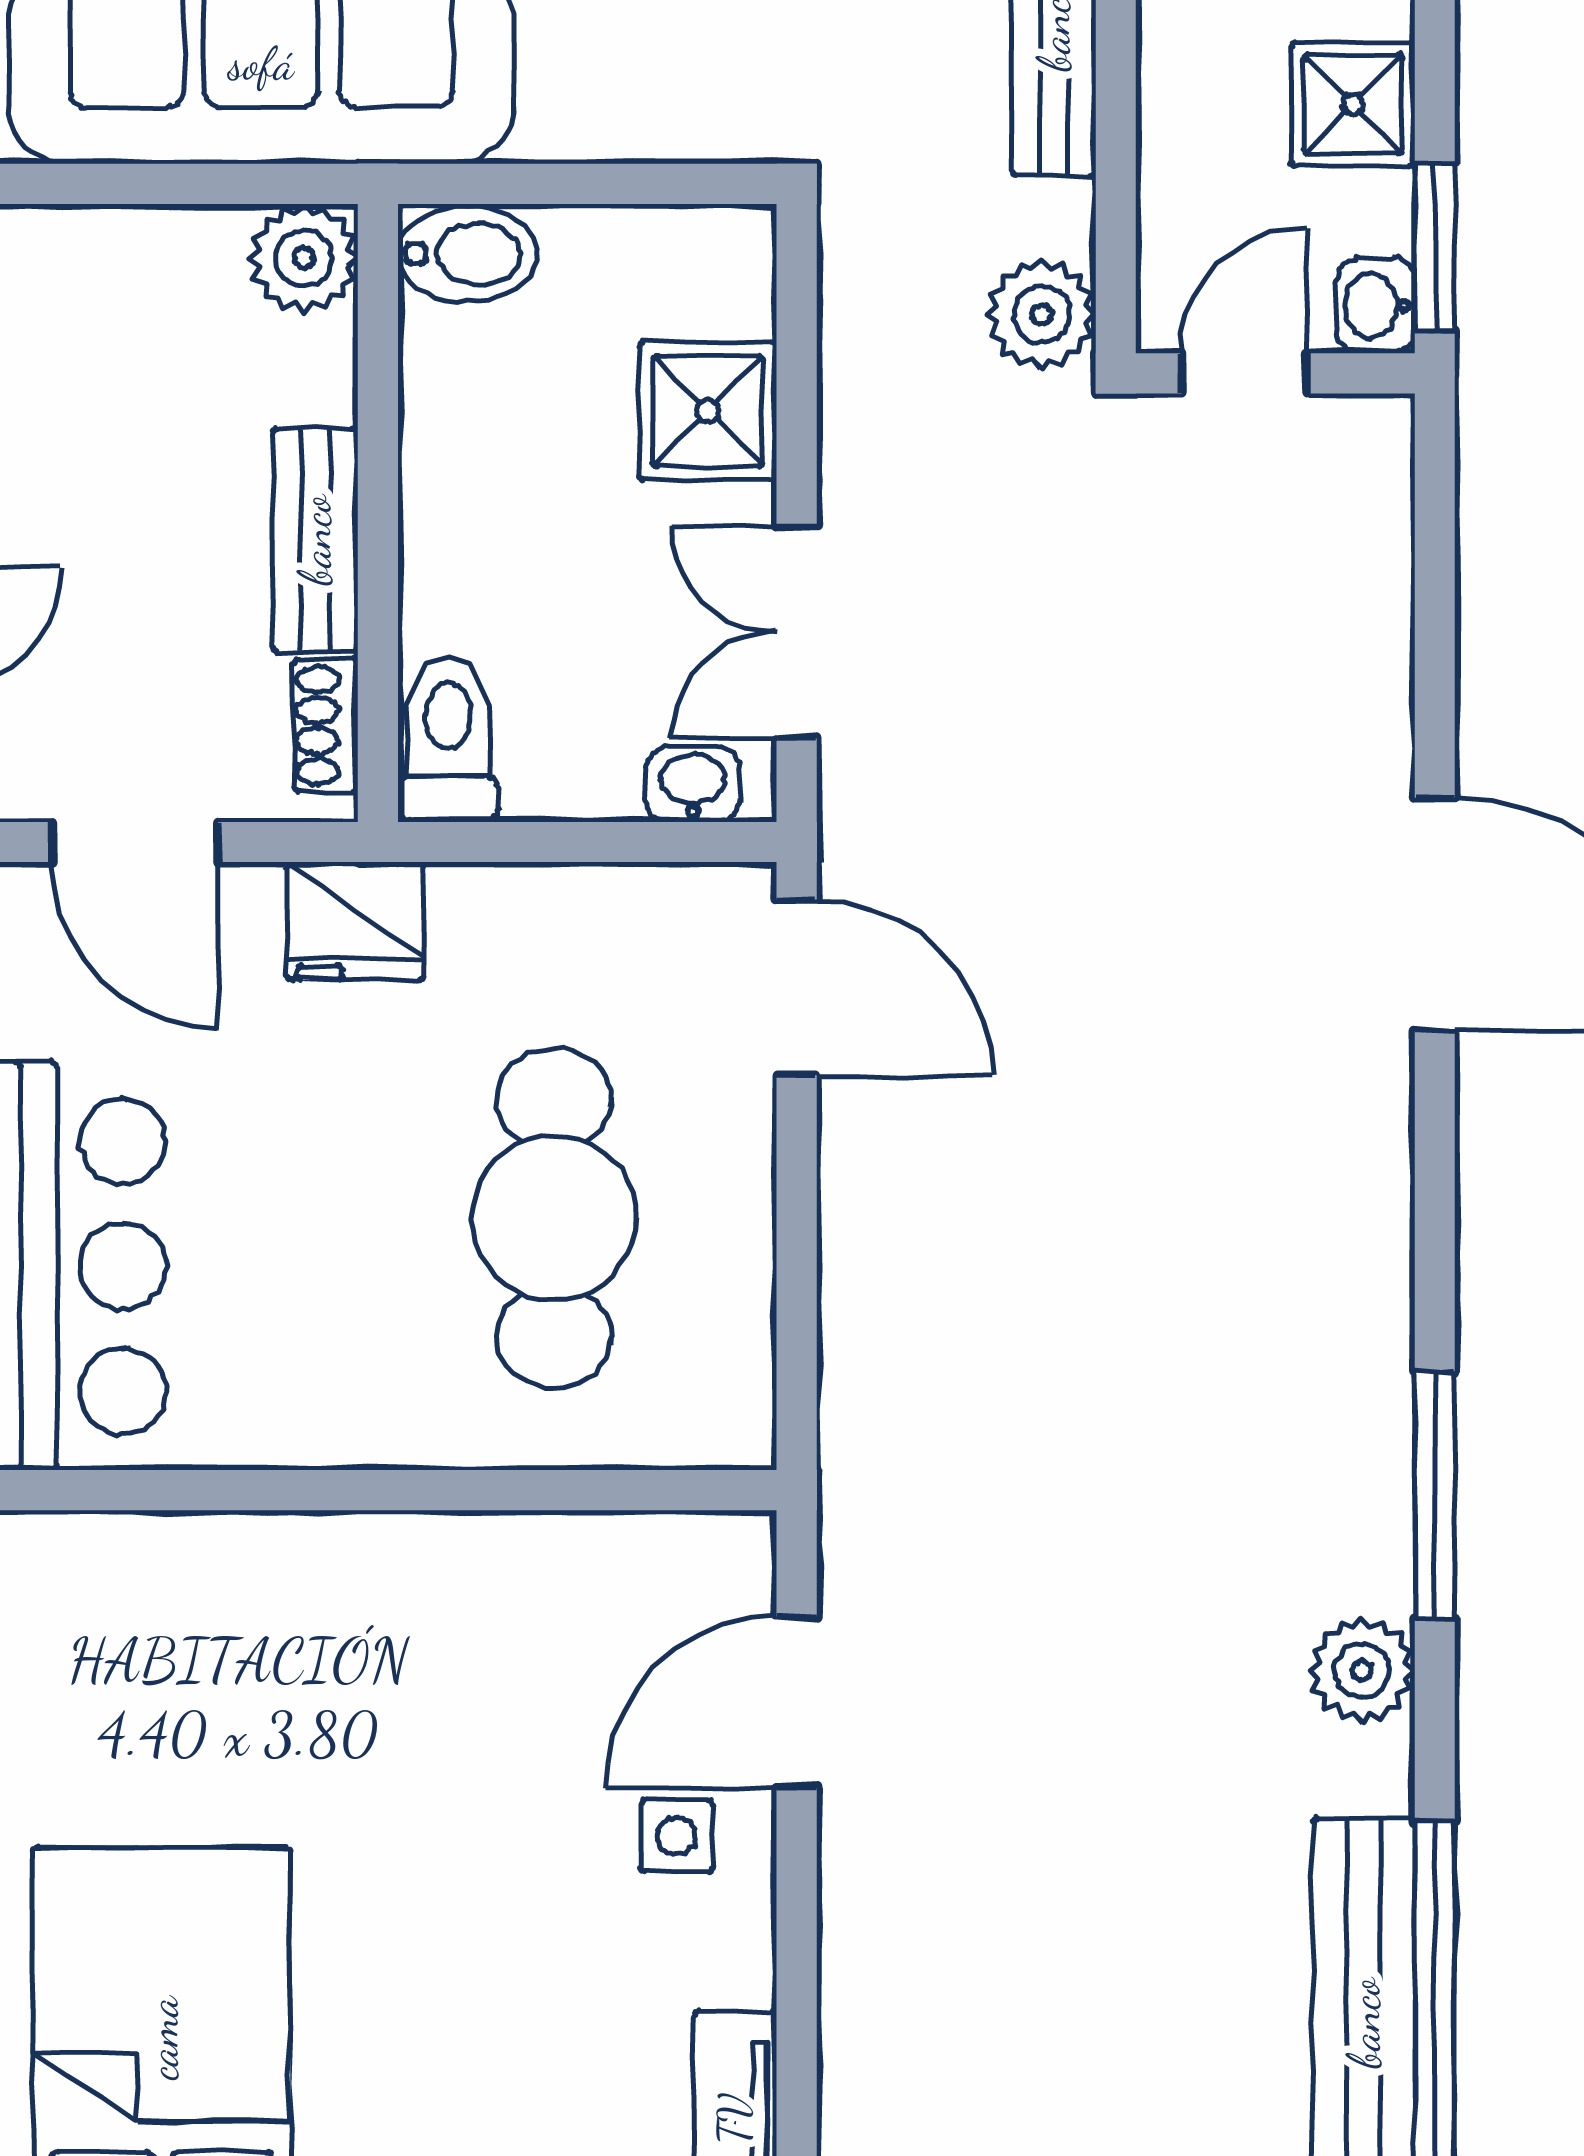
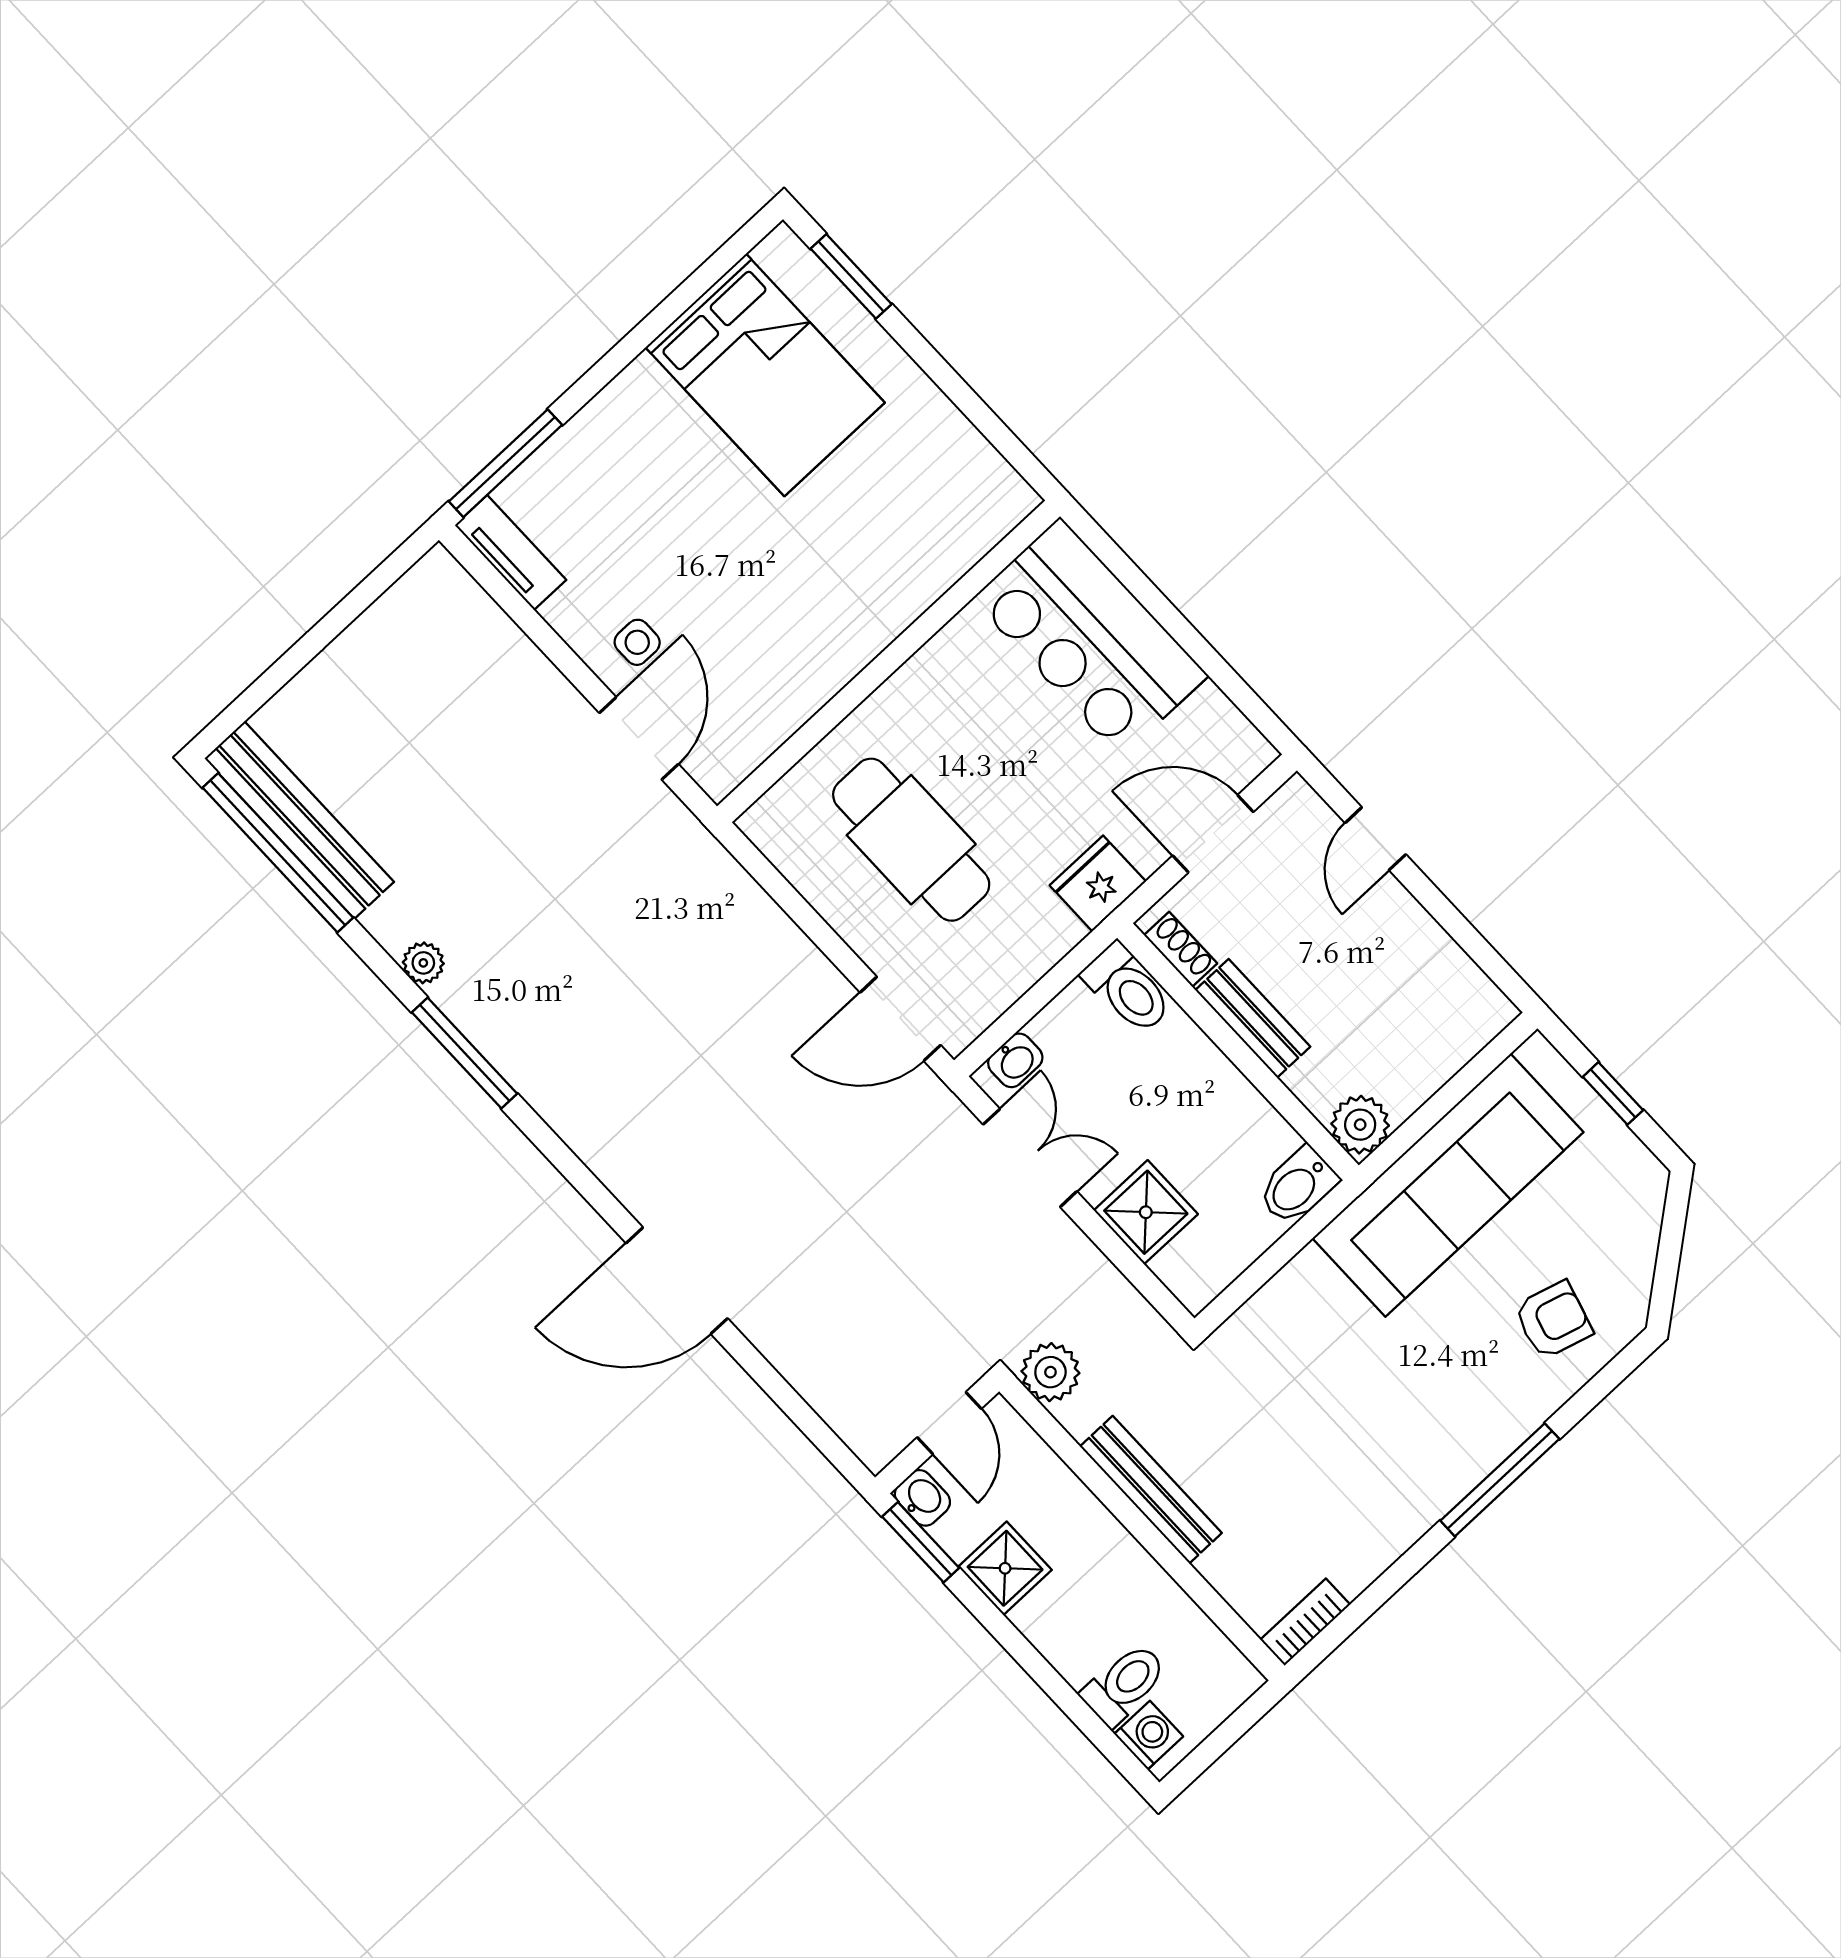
plant: (1362, 1670) -> (423, 963), width x0.73, depth x0.73

